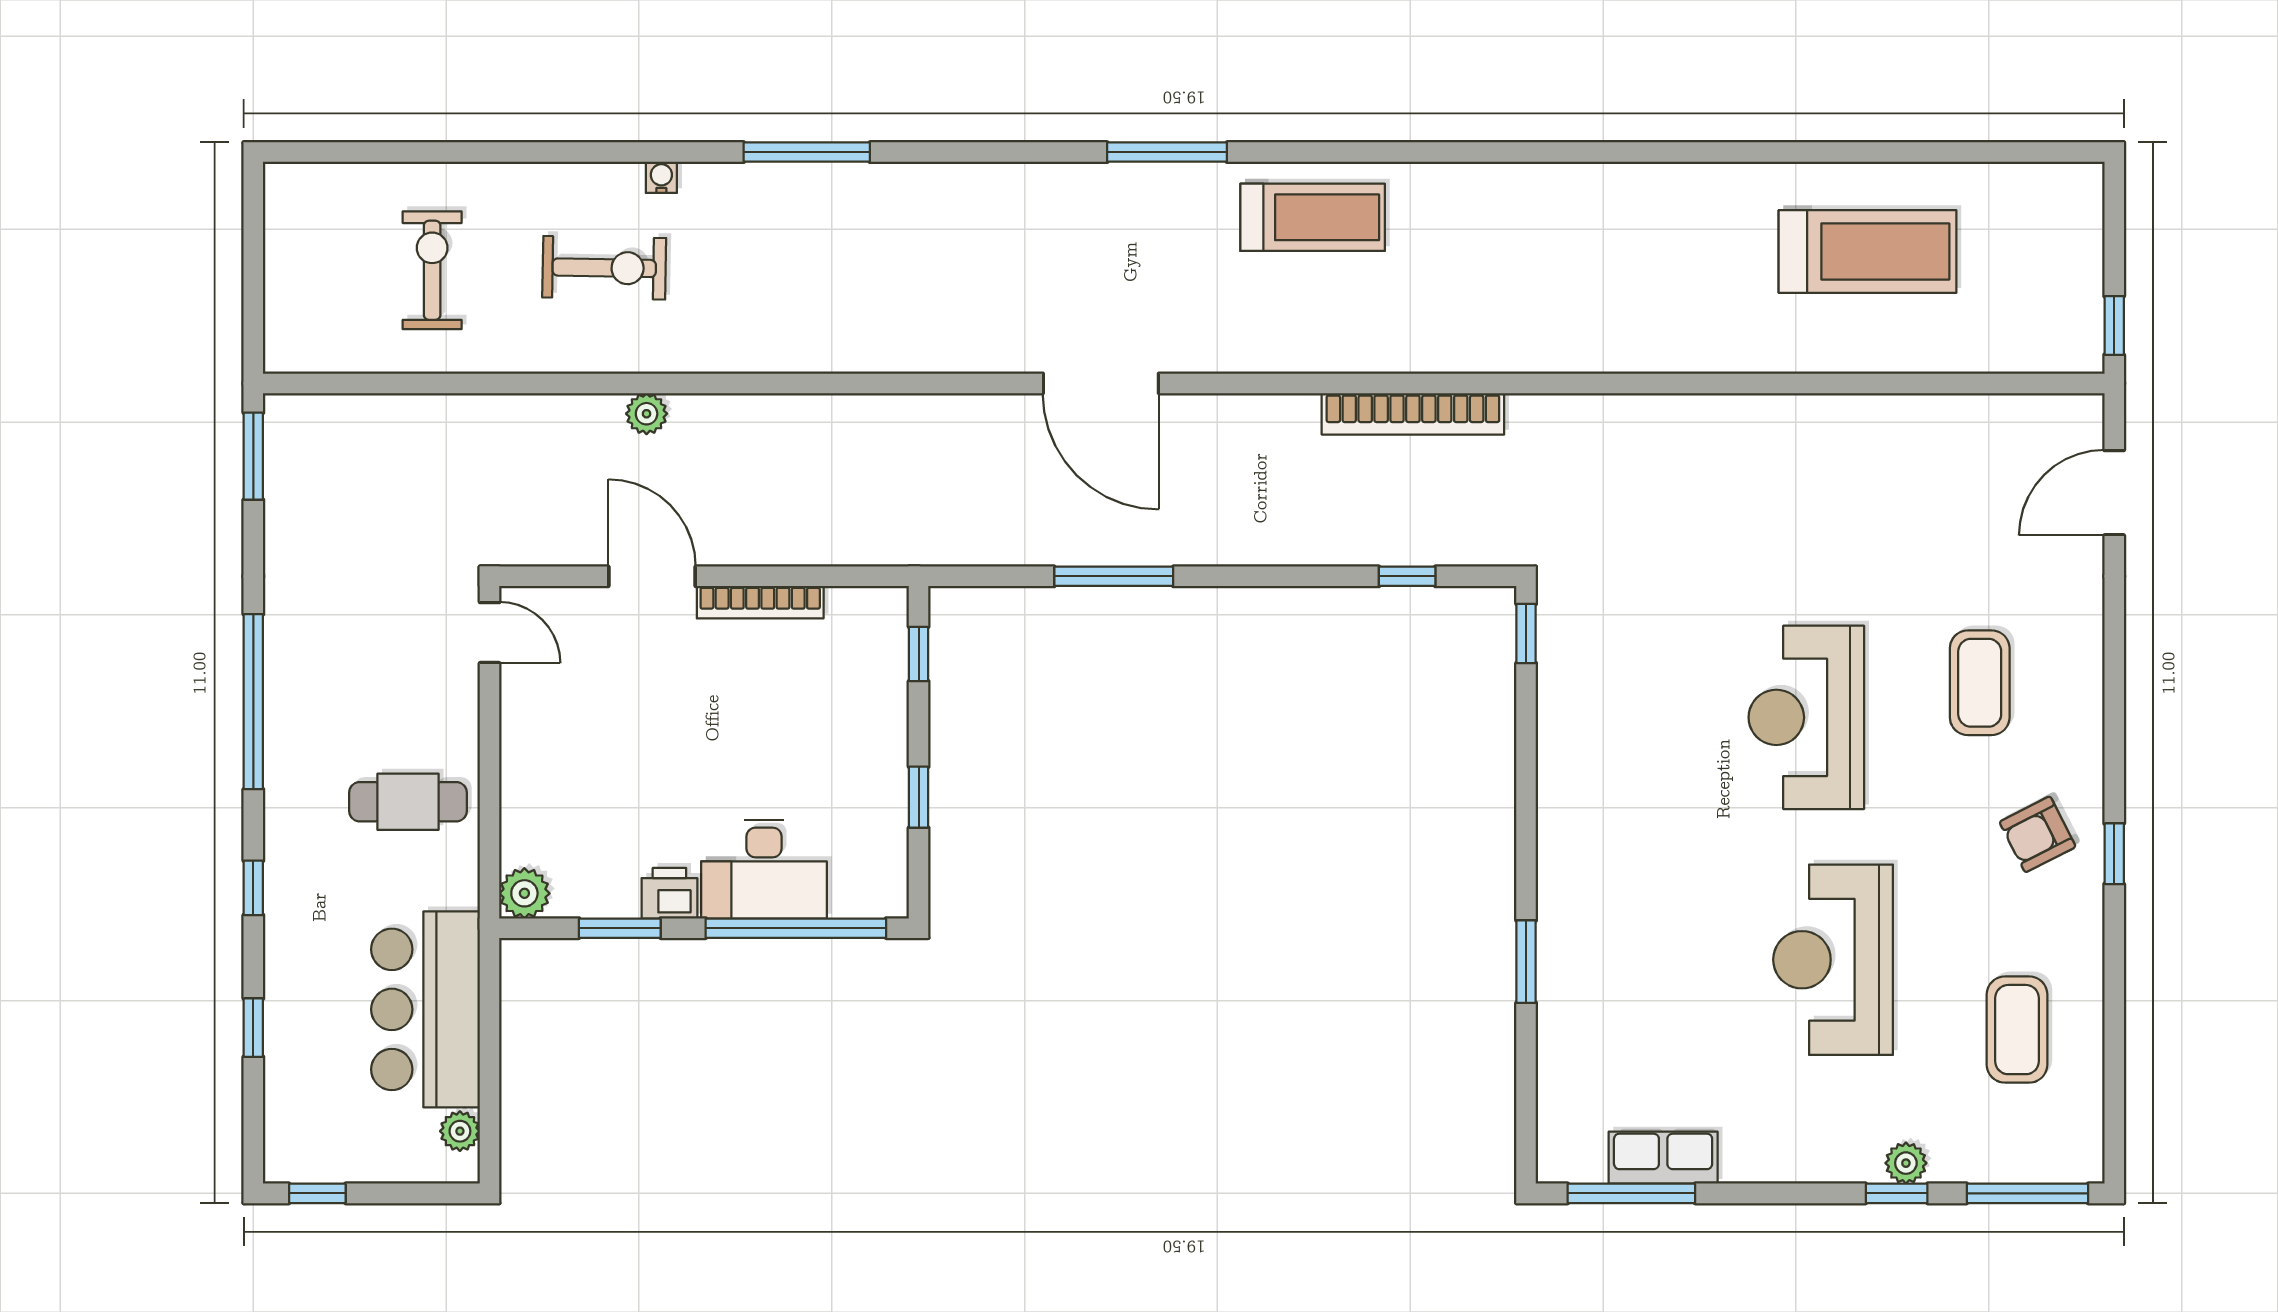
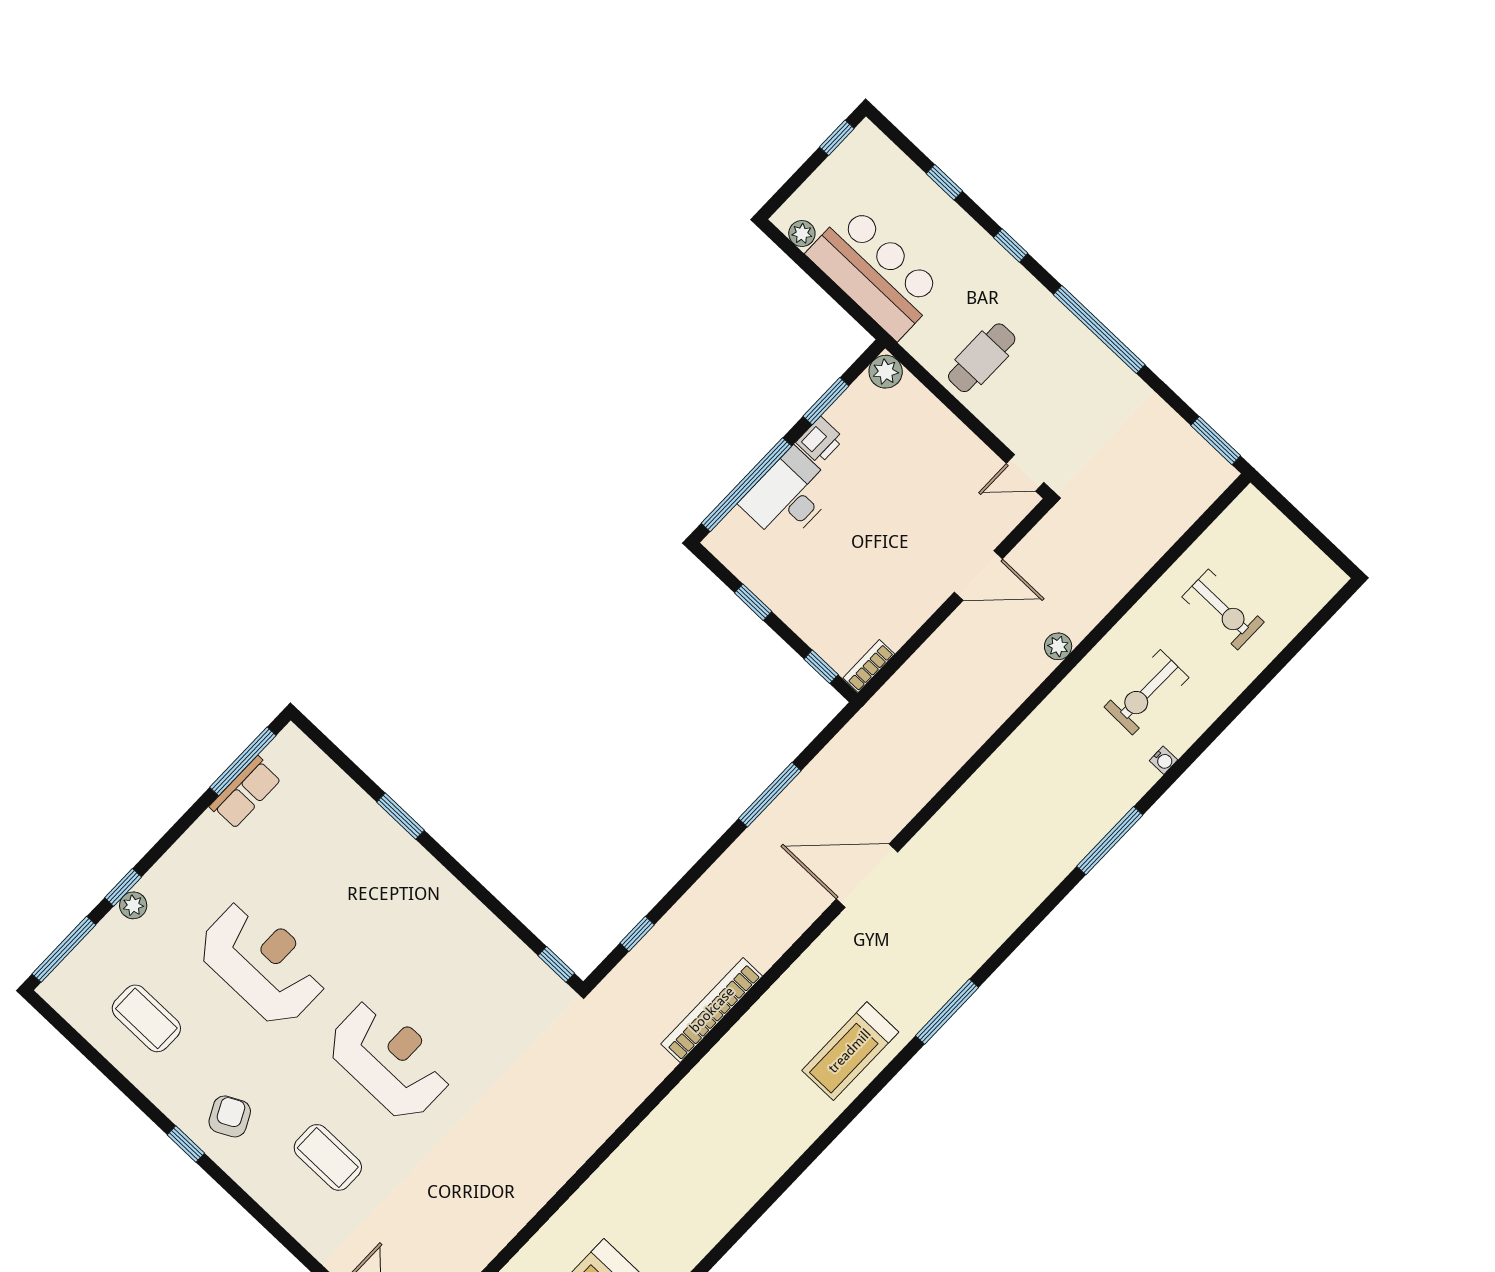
bookcase: (760, 602) -> (869, 666), moved, width x0.64

